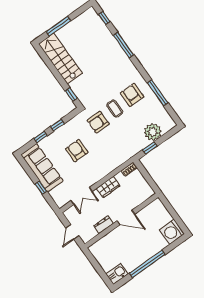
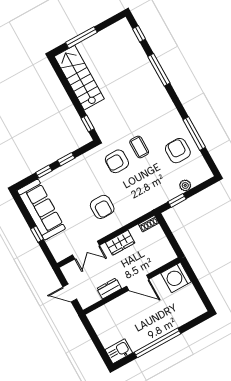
armchair: (132, 95) -> (178, 151), moved
plant: (153, 132) -> (185, 185), width x0.53, depth x0.53
armchair: (77, 151) -> (102, 207), moved, turned 180
door: (72, 232) -> (70, 293), hinge flipped
washing machine: (172, 232) -> (176, 277), moved

